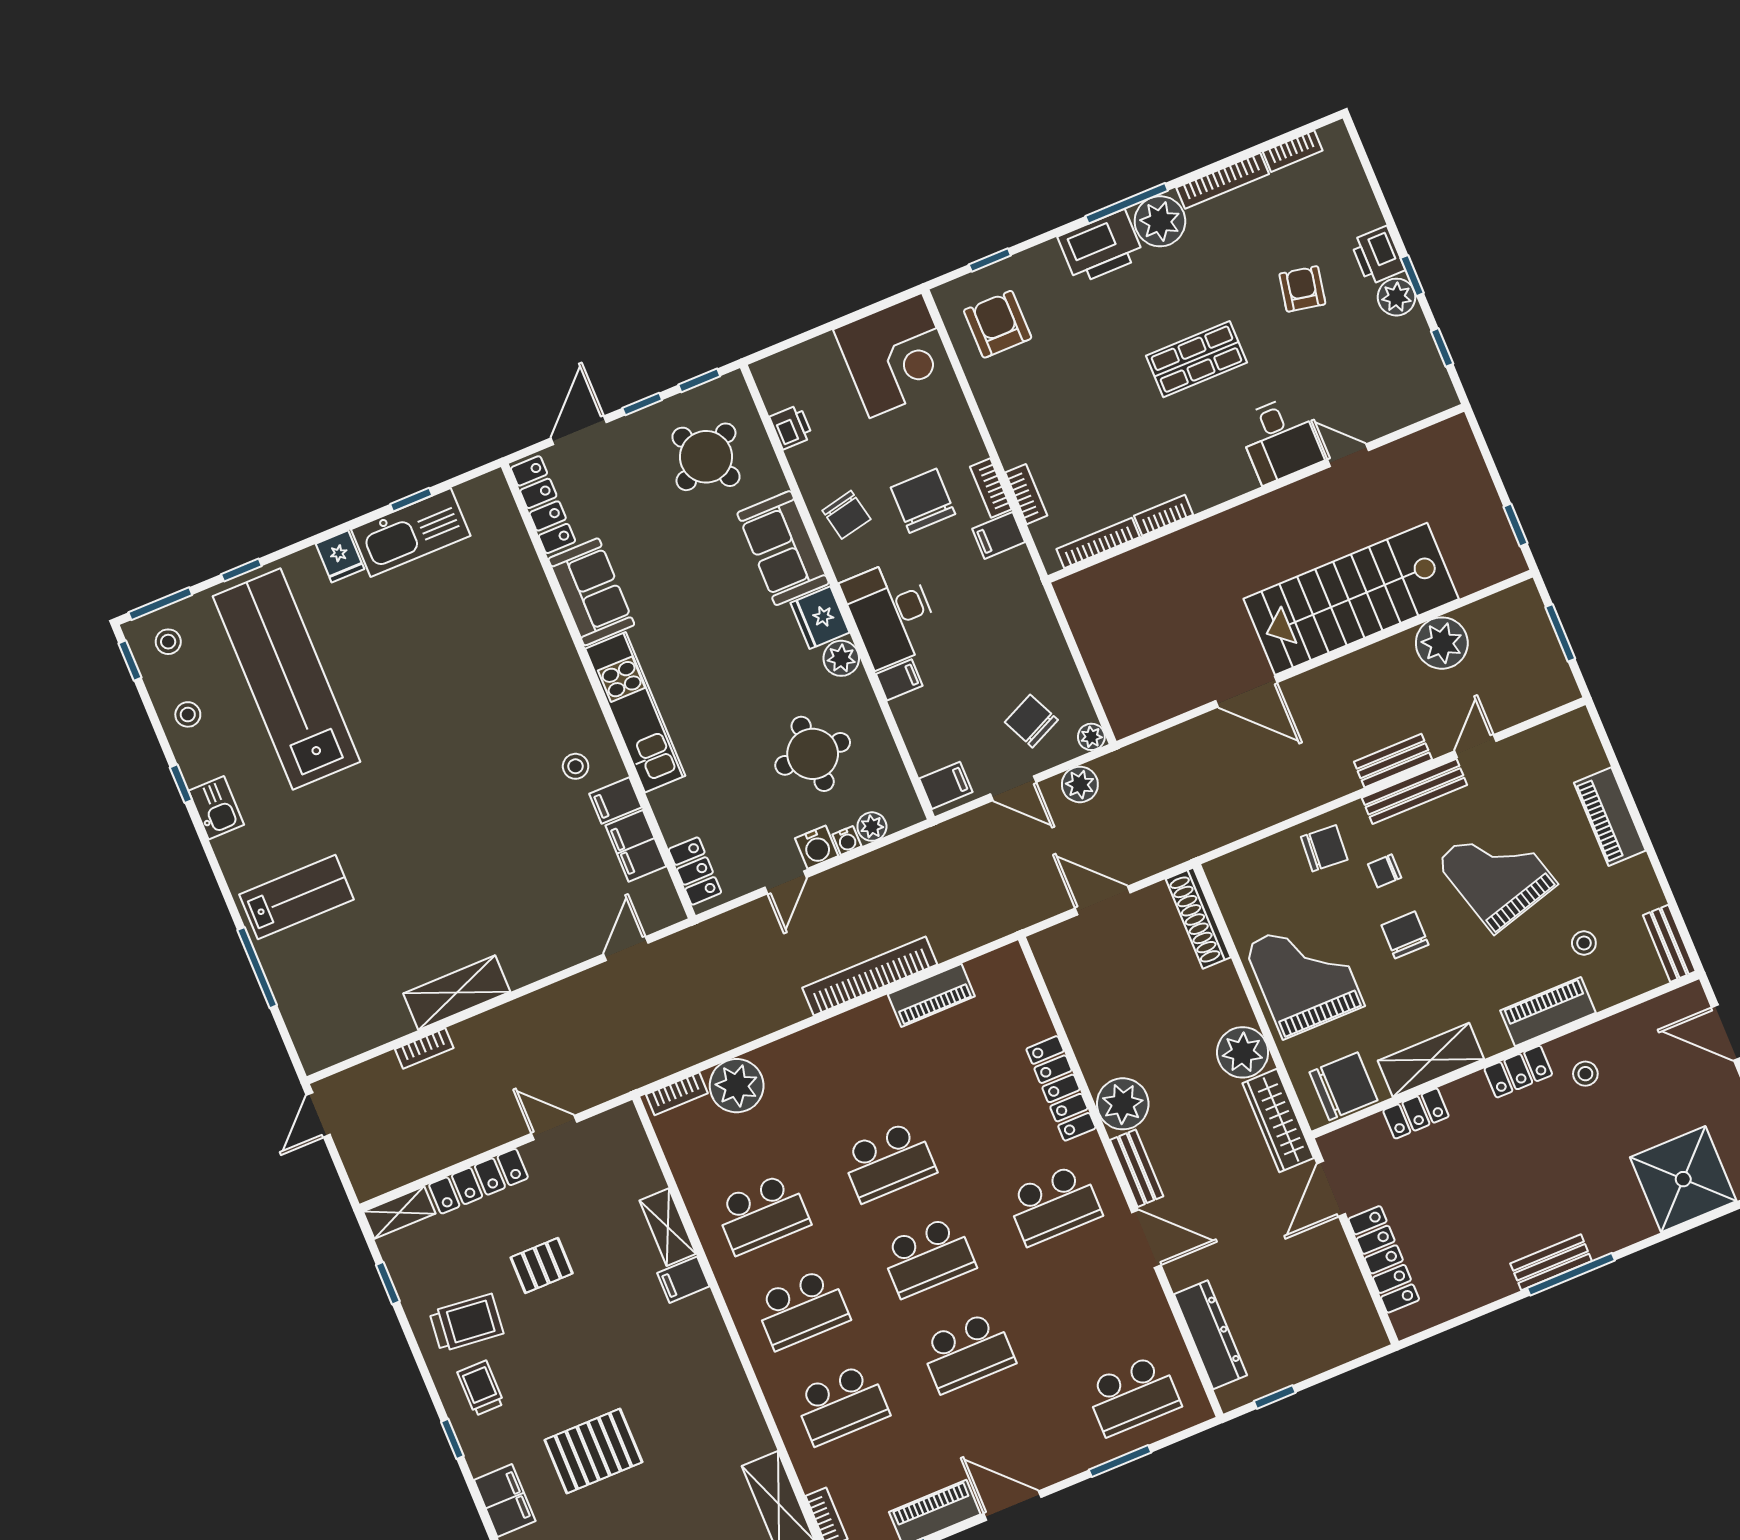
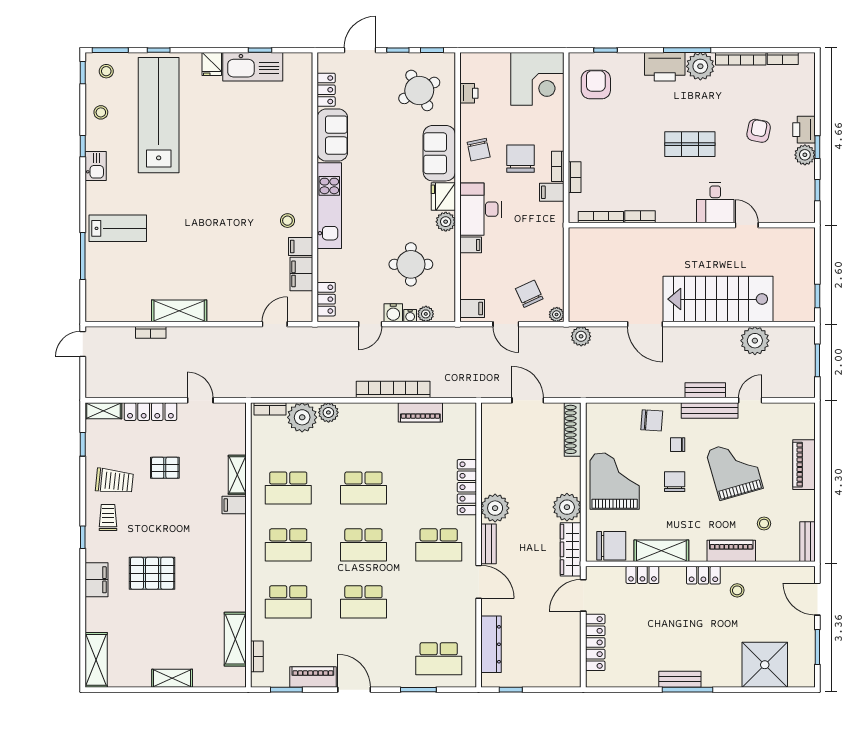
locker: (543, 505) -> (326, 90), width x0.66
plant: (1080, 784) -> (581, 336), moved
plant: (777, 1059) -> (328, 412), added

